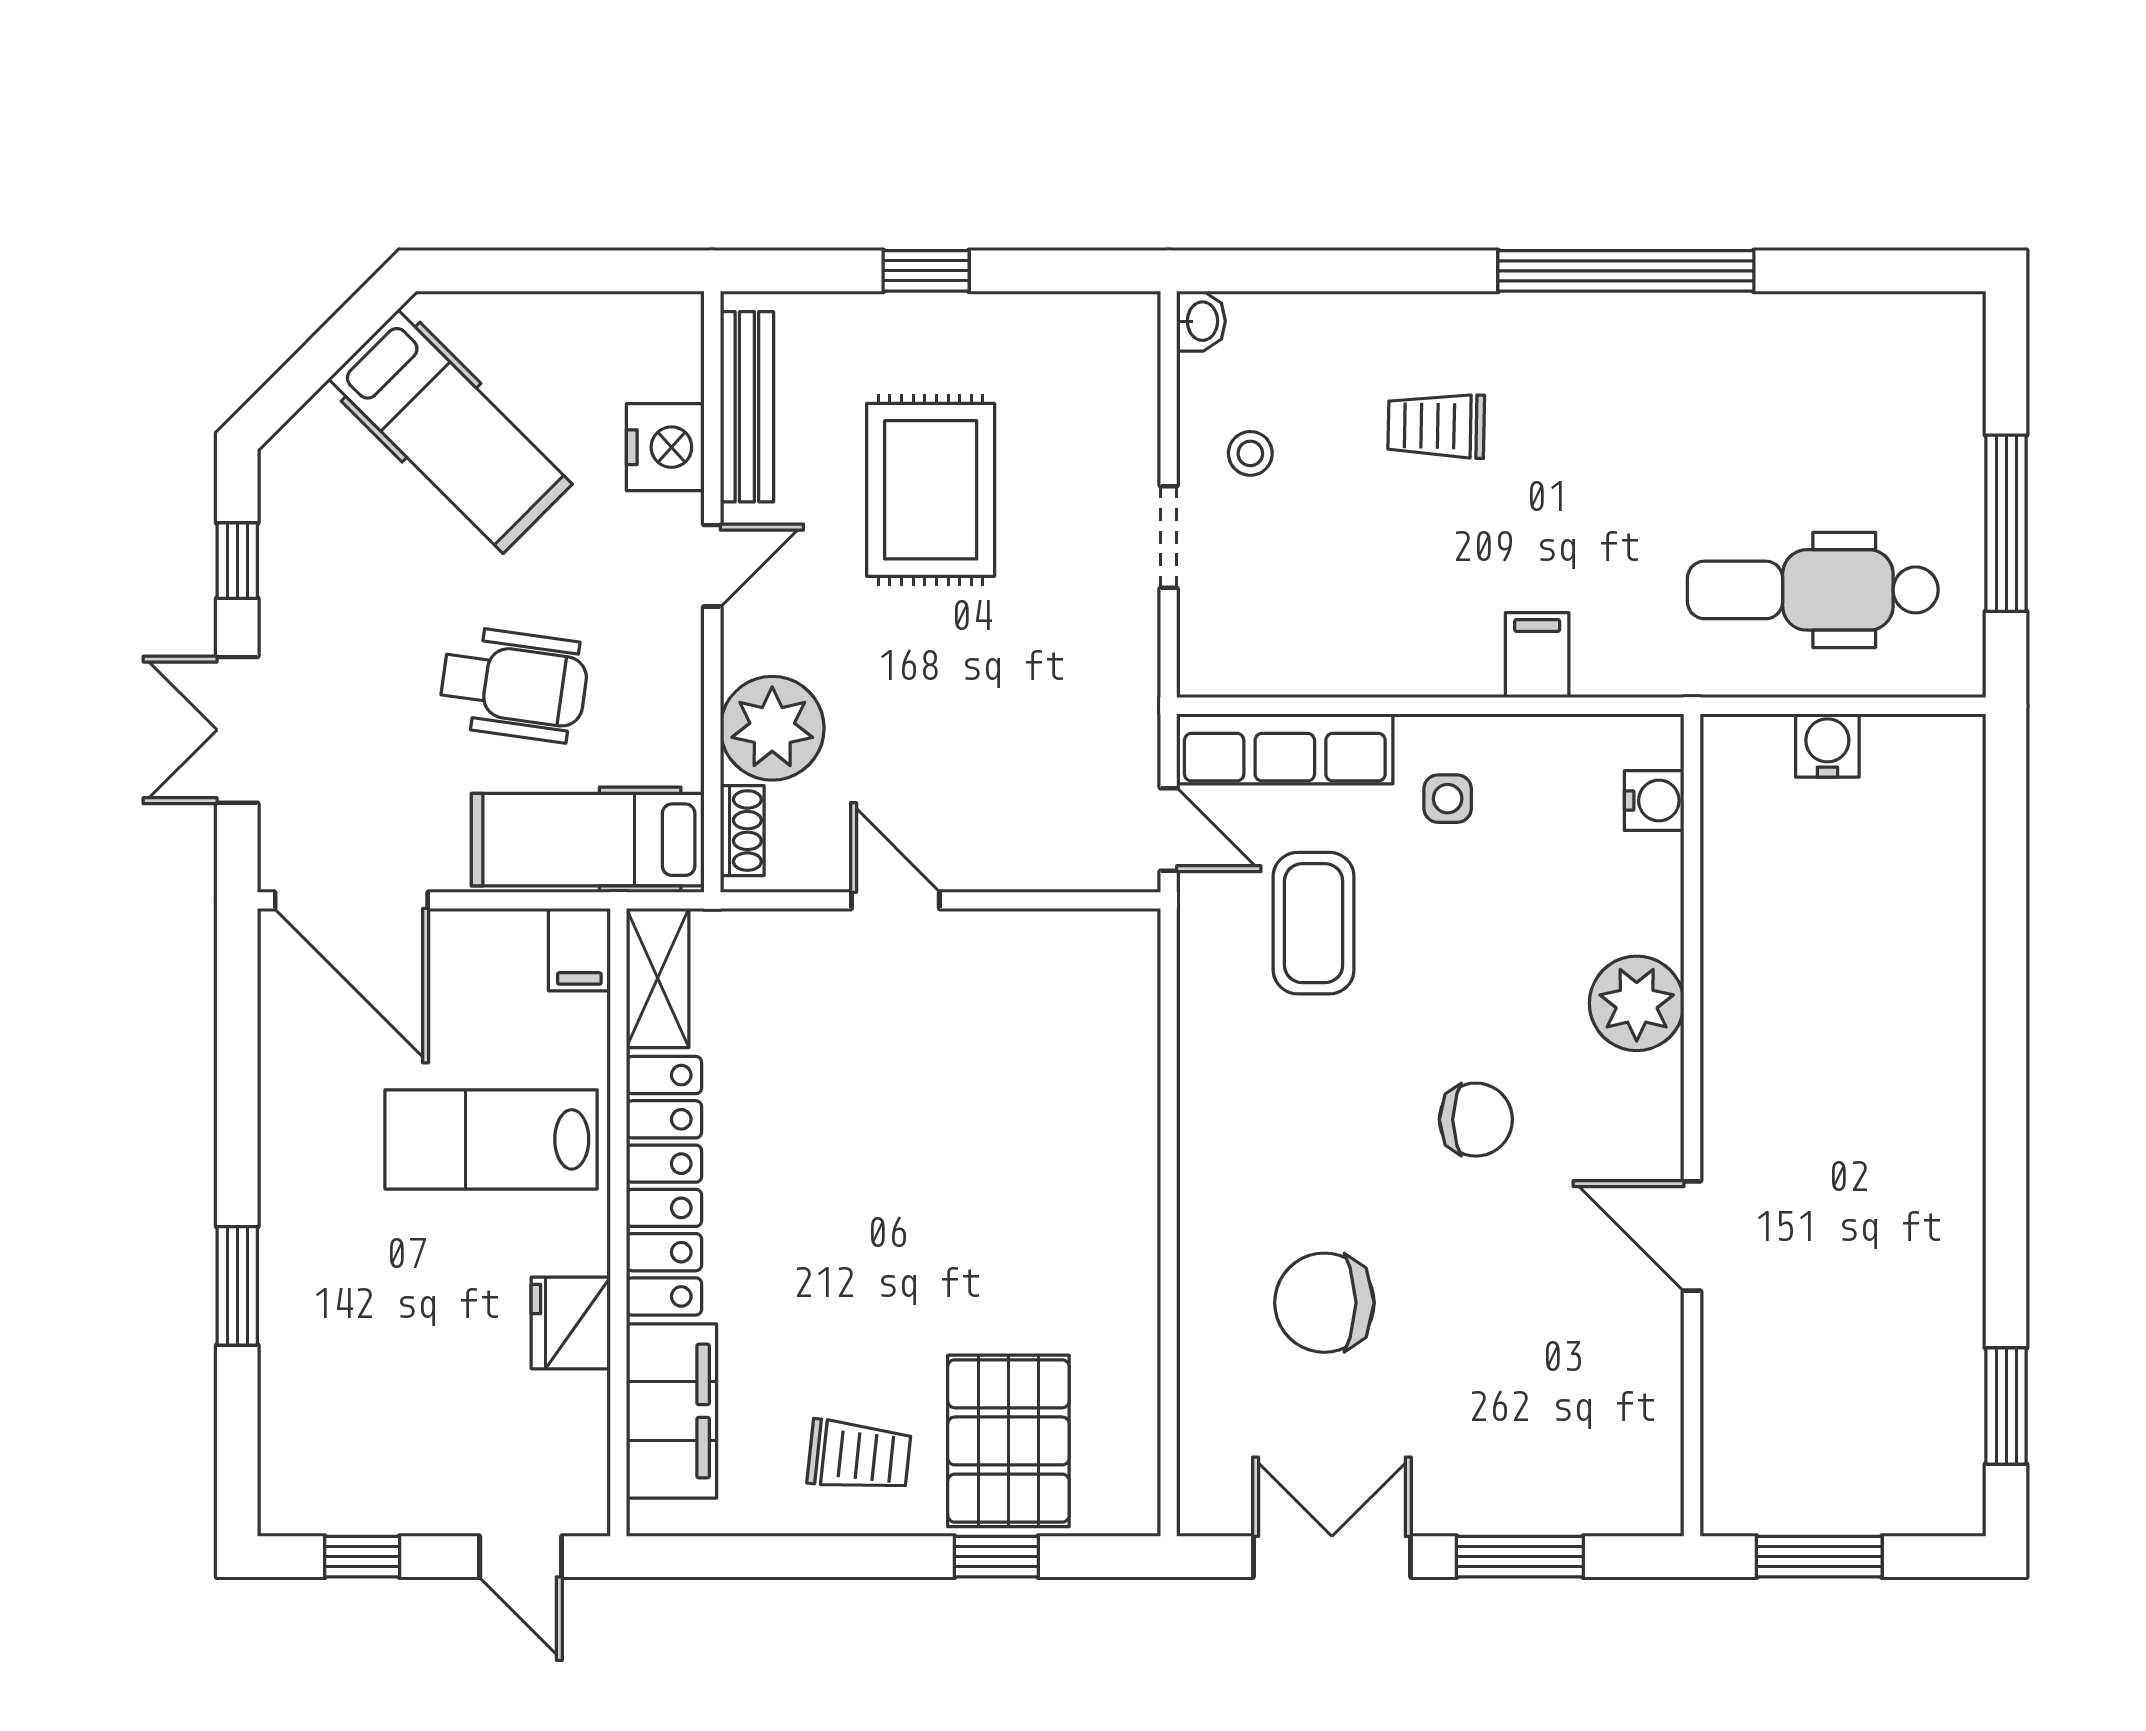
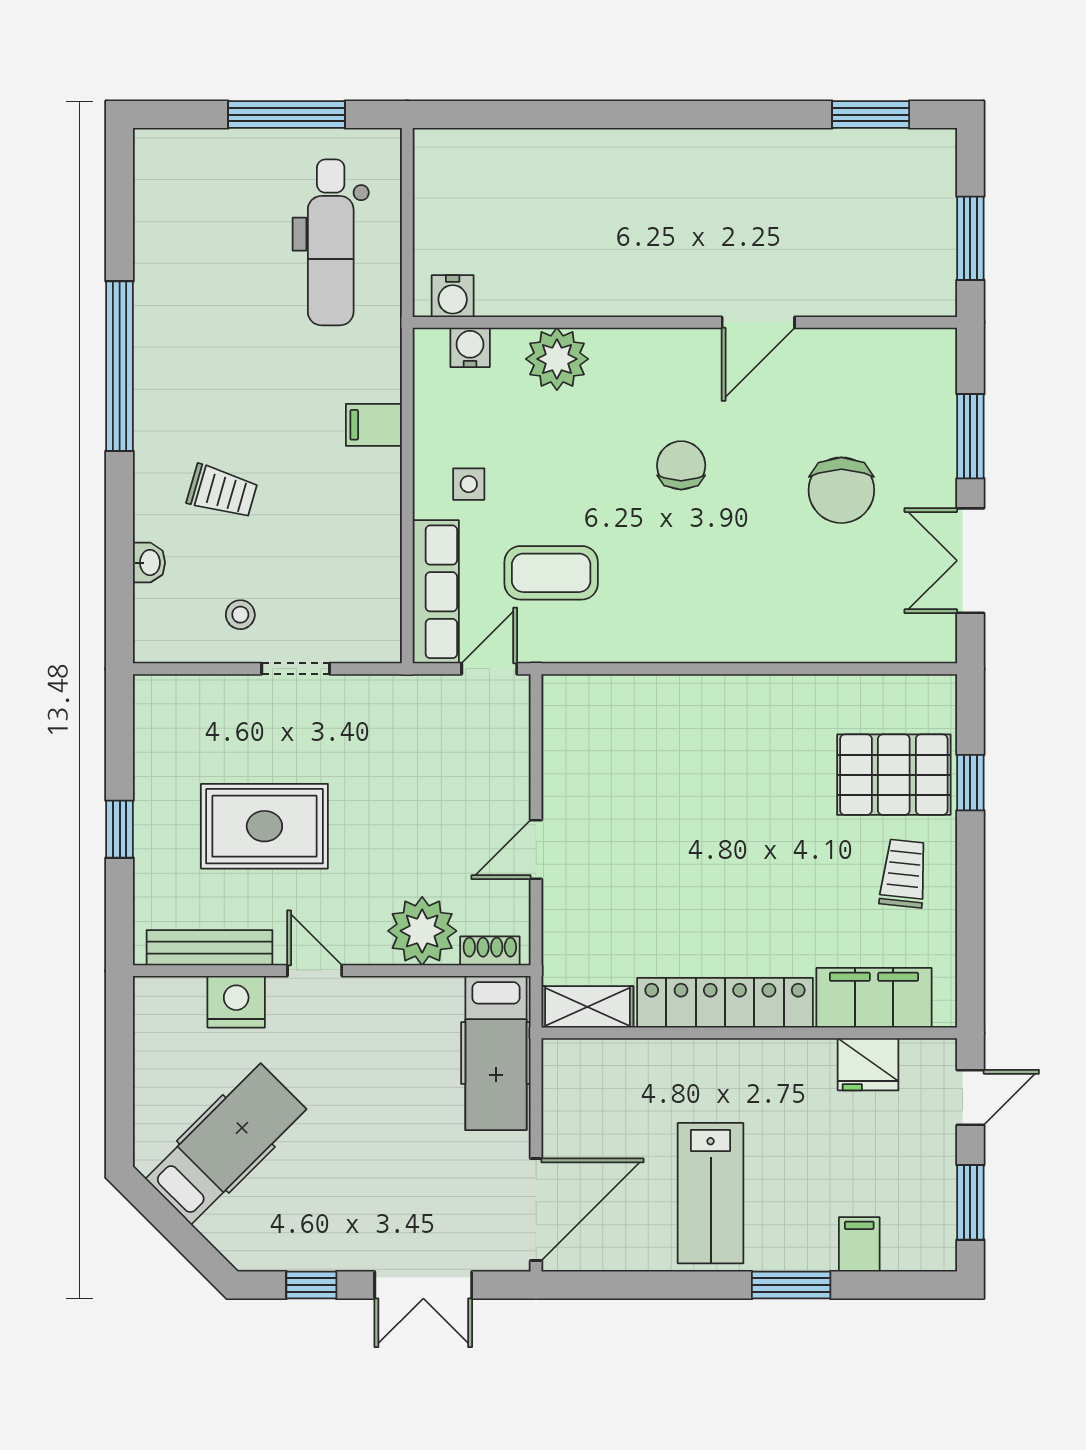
washbasin: (1201, 321) -> (149, 563), moved, turned 90
trolley: (1436, 426) -> (222, 492), turned -75
wheelchair: (514, 684) -> (393, 1102), removed
water cooler: (1827, 745) -> (453, 296), moved, turned -90
filing cabinet: (579, 950) -> (859, 1244), moved, turned -90
plant: (1637, 1003) -> (557, 359), moved
lab bench: (491, 1139) -> (711, 1193), moved
chair: (1324, 1303) -> (841, 490), moved
fridge: (571, 1323) -> (868, 1064), moved
window: (362, 1557) -> (970, 1202), width x1.50

